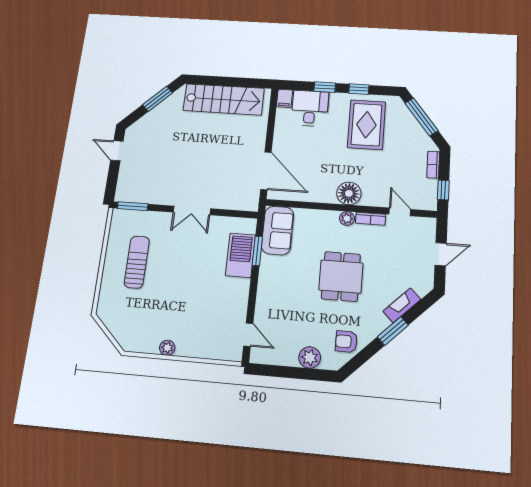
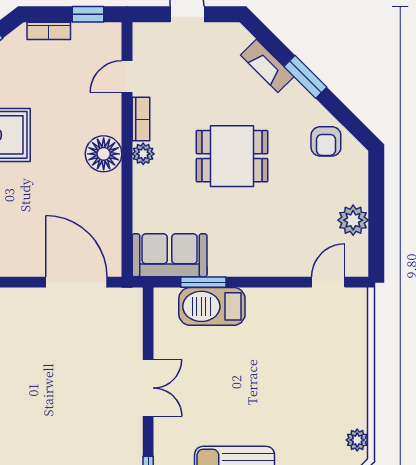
door: (266, 171) -> (76, 282), hinge flipped
plant: (167, 348) -> (357, 440), moved
plant: (310, 357) -> (353, 220), moved

